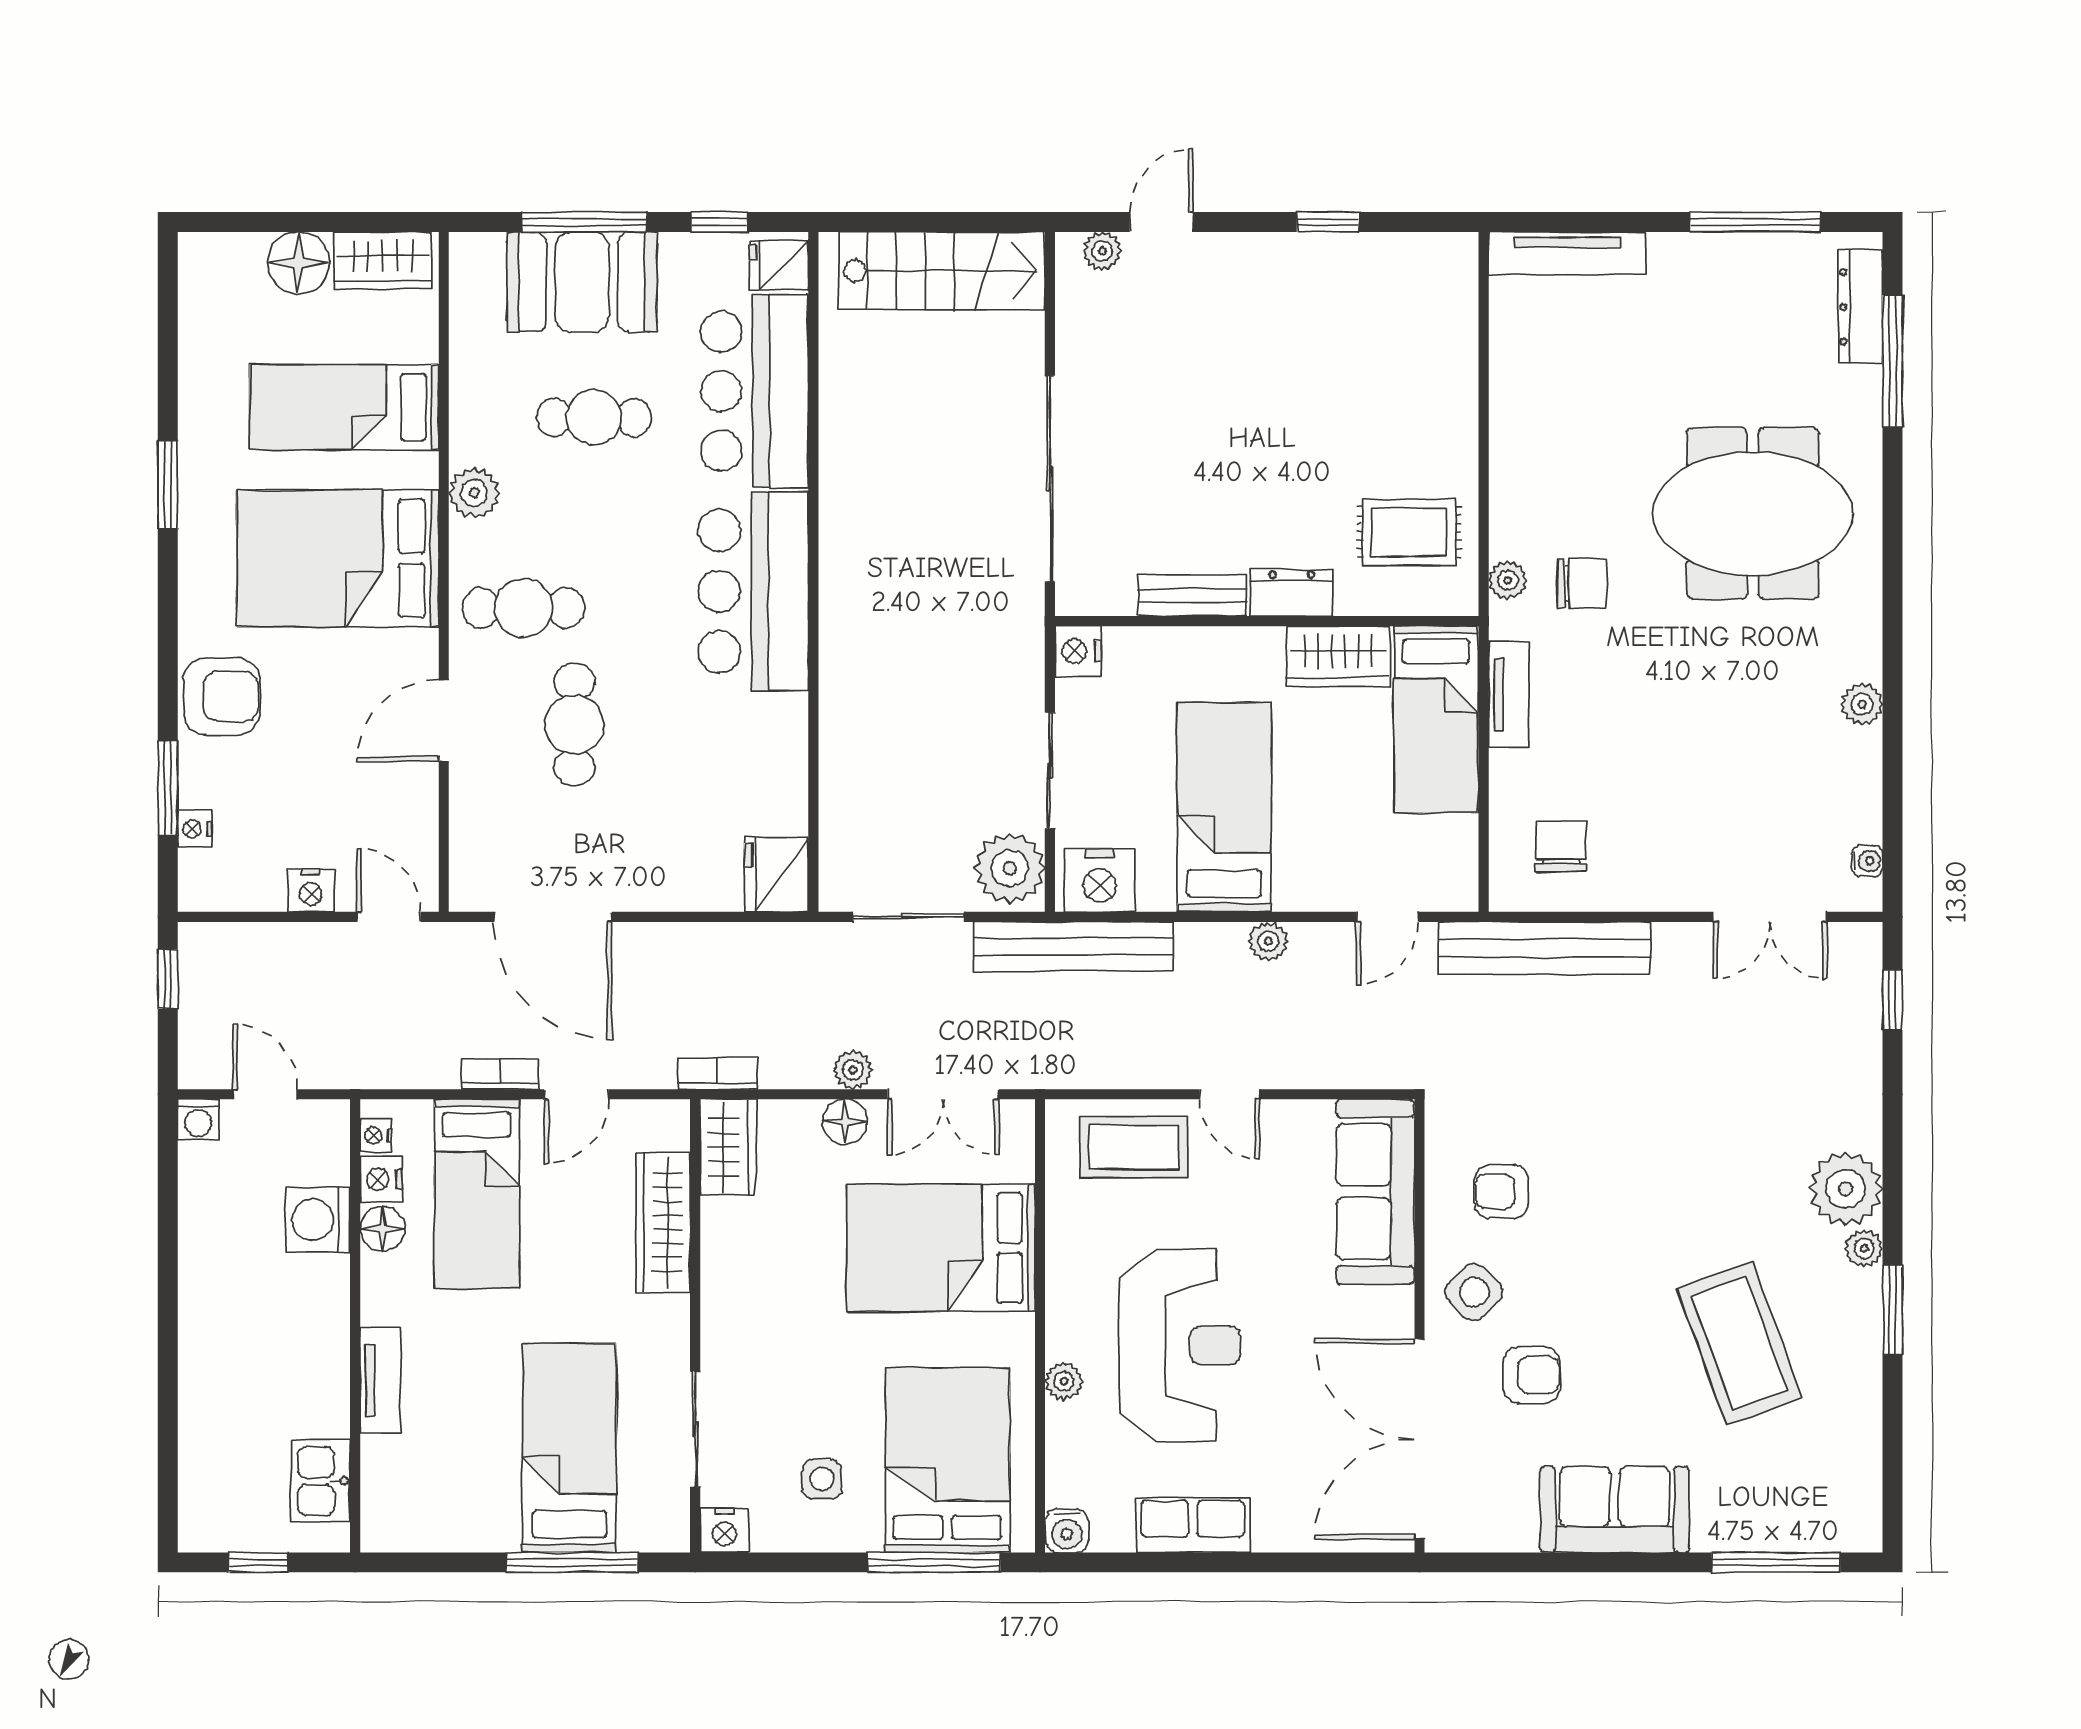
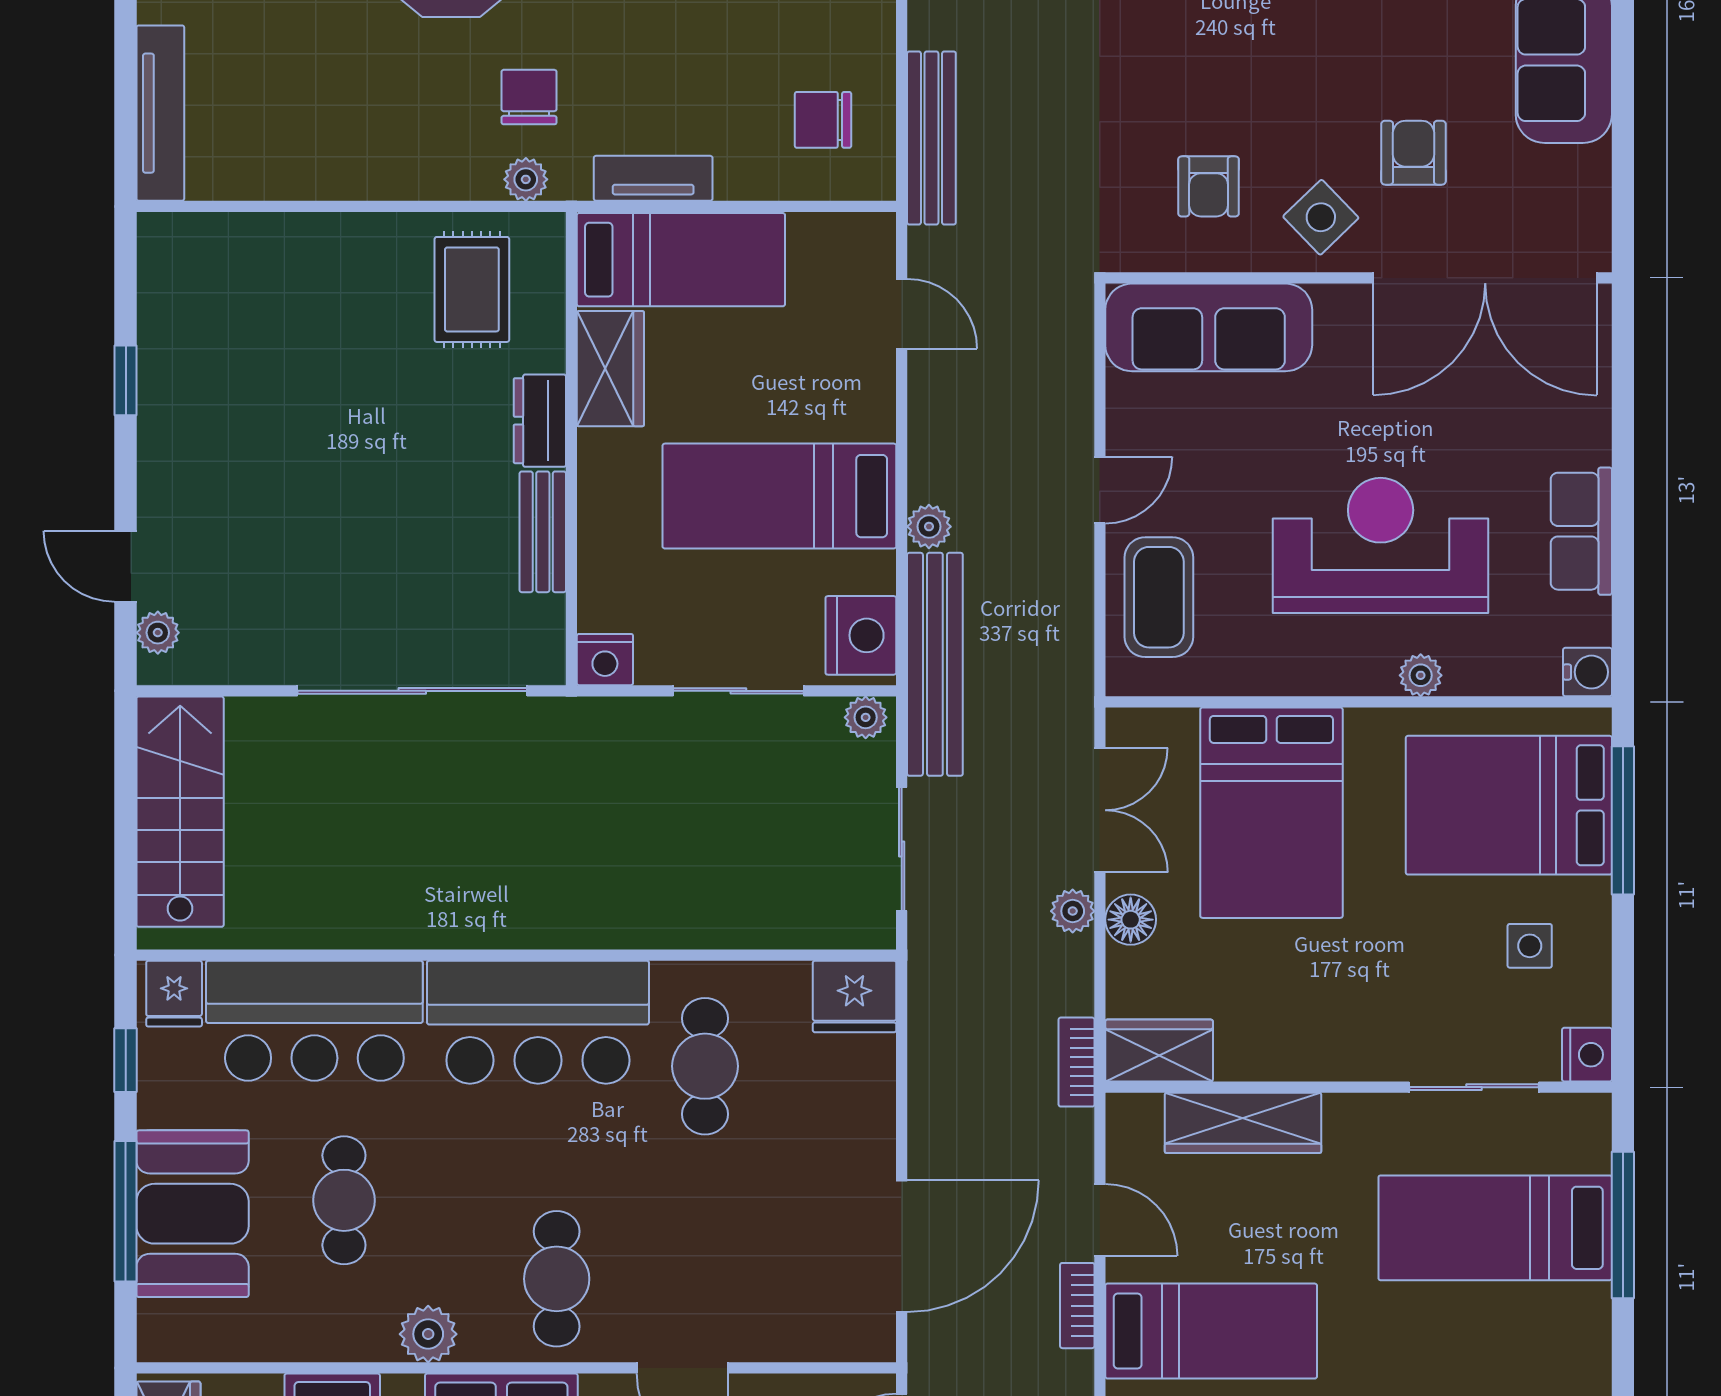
cafe table: (574, 724) -> (705, 1066), moved, turned 90
plant: (1010, 868) -> (866, 717), width x0.53, depth x0.53
plant: (1268, 941) -> (929, 527), moved
bench: (1545, 948) -> (931, 138), width x0.73, depth x0.82

